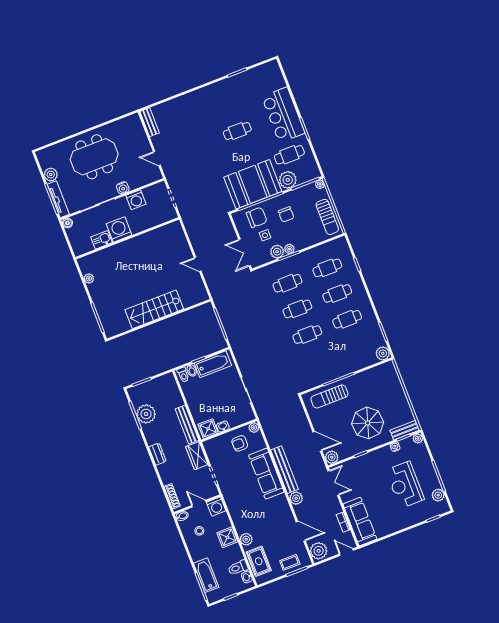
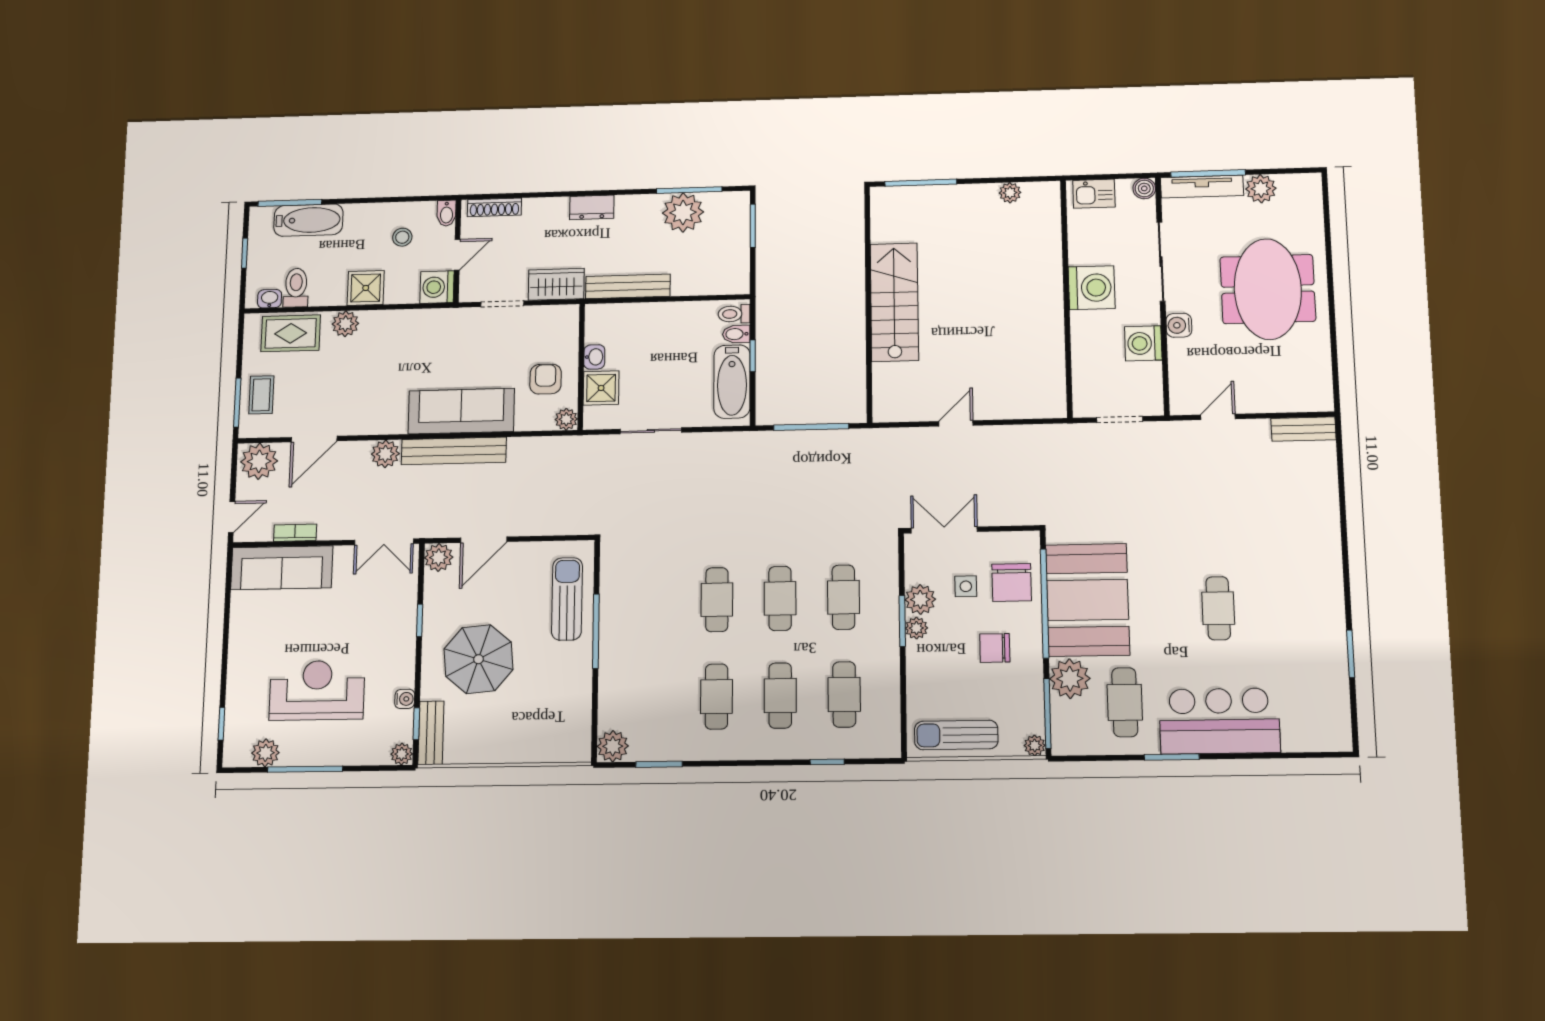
kitchen sink: (102, 240) -> (1094, 194), moved, turned 90
shower: (208, 429) -> (601, 388), moved

